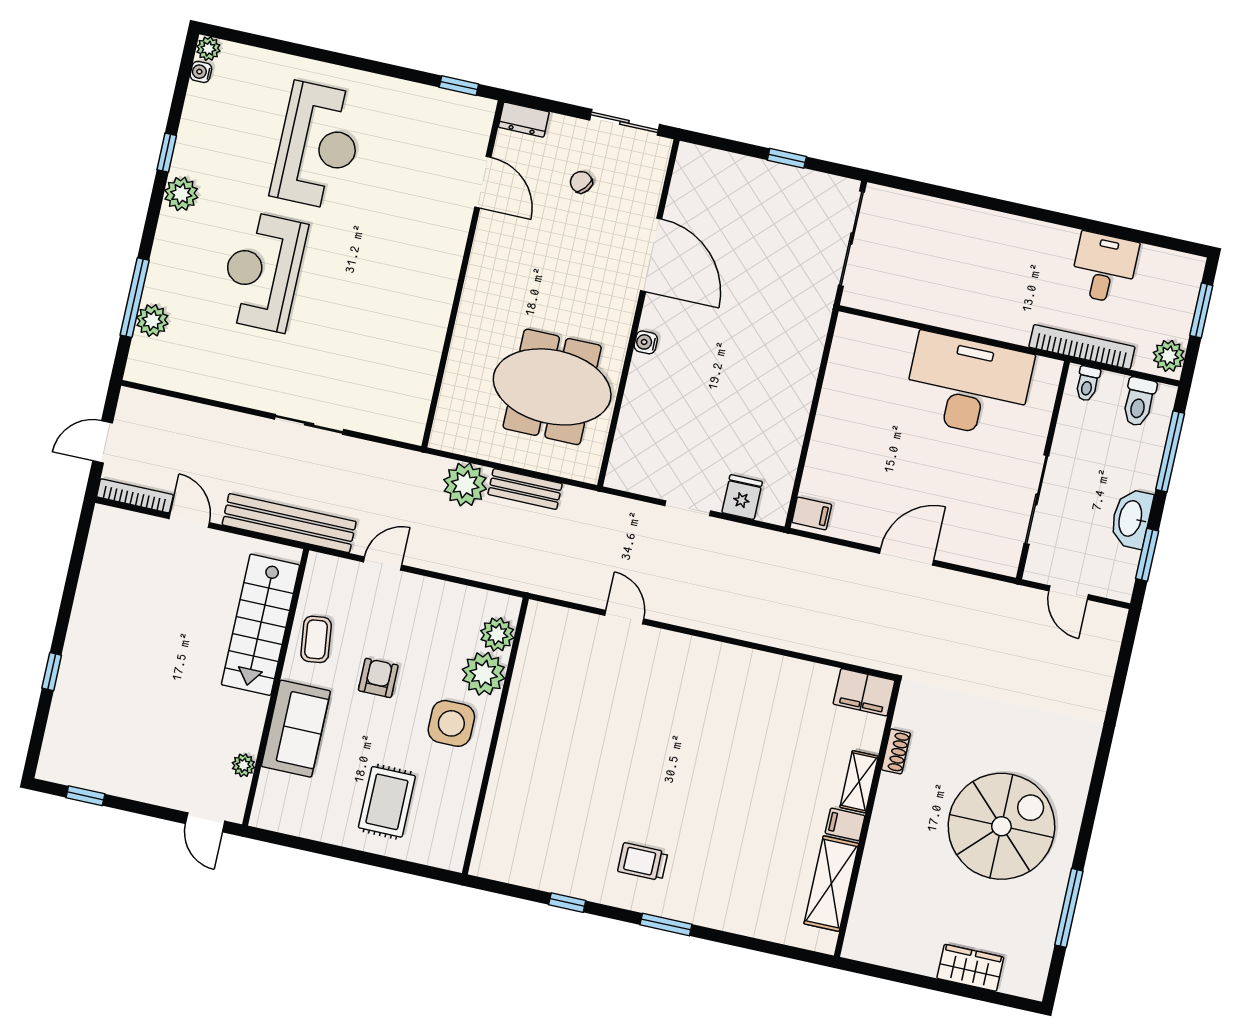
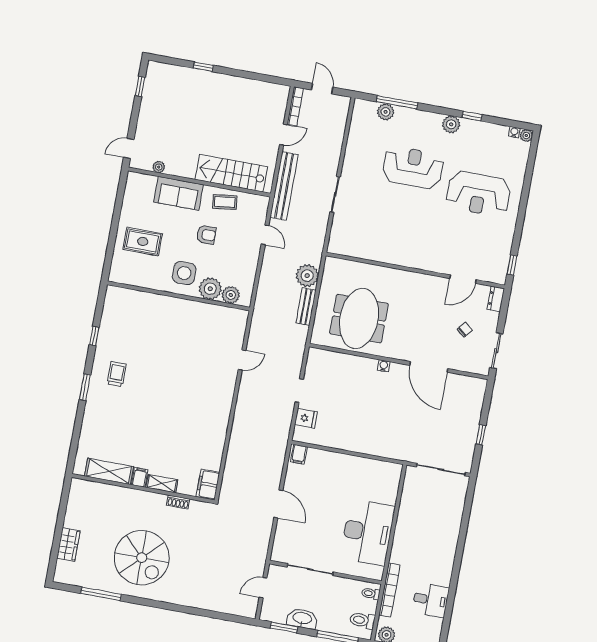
door: (651, 255) -> (429, 367), hinge flipped

